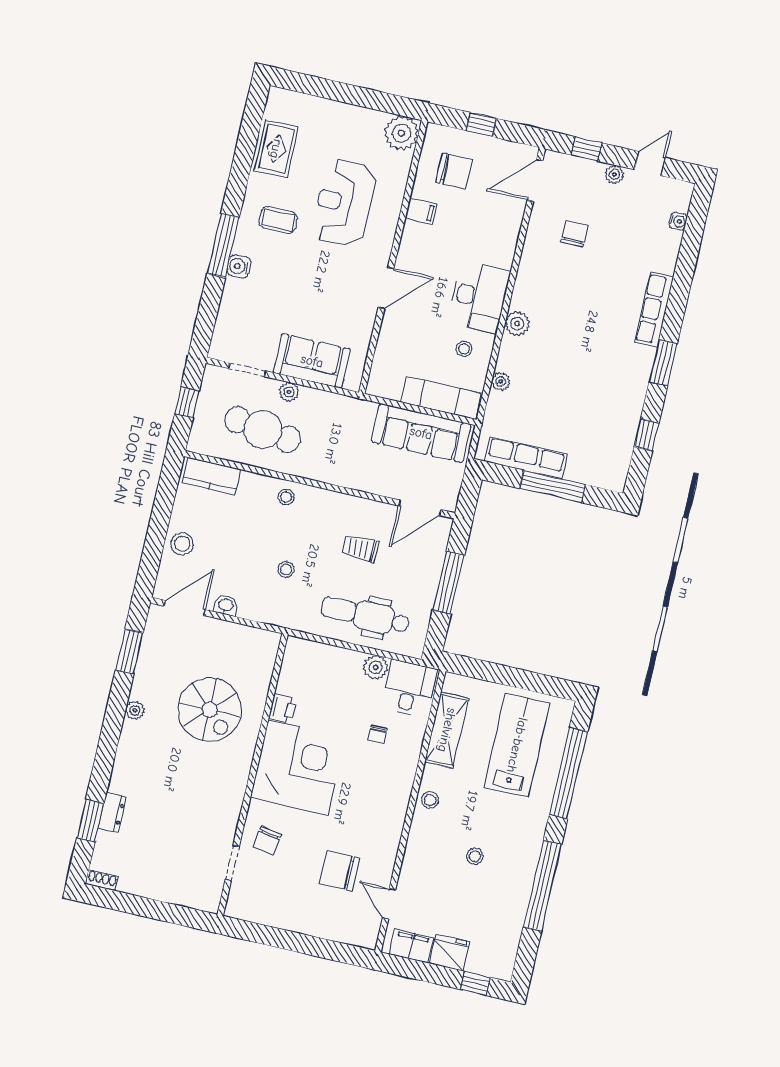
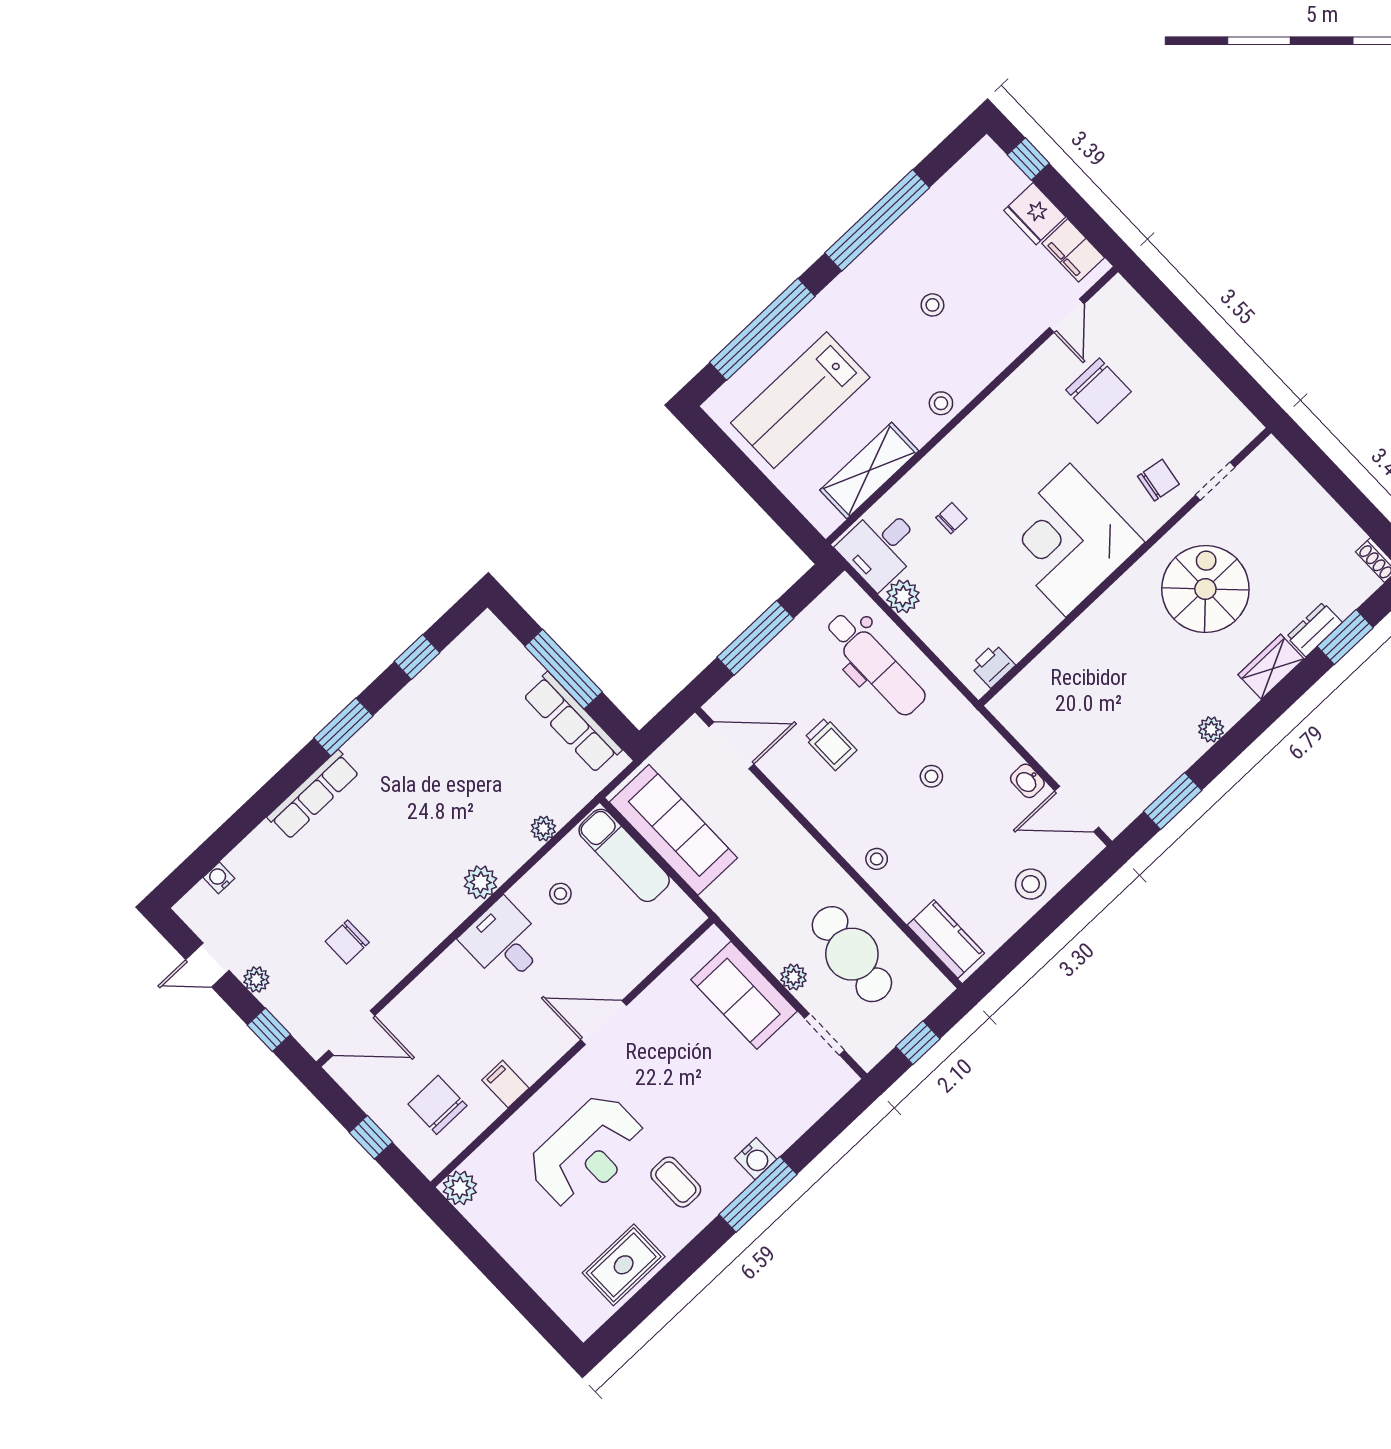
plant: (401, 133) -> (460, 1188), width x0.73, depth x0.73
desk: (479, 297) -> (504, 942), width x0.73
printer: (282, 709) -> (993, 666), moved
spiral stairs: (210, 710) -> (1205, 589), moved
wardrobe: (124, 773) -> (1271, 667), added

